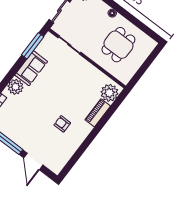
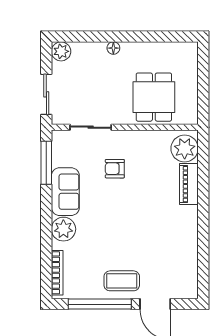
dining table: (118, 45) -> (154, 97), moved
armchair: (62, 124) -> (115, 169), moved
coffee table: (25, 136) -> (122, 281), added

